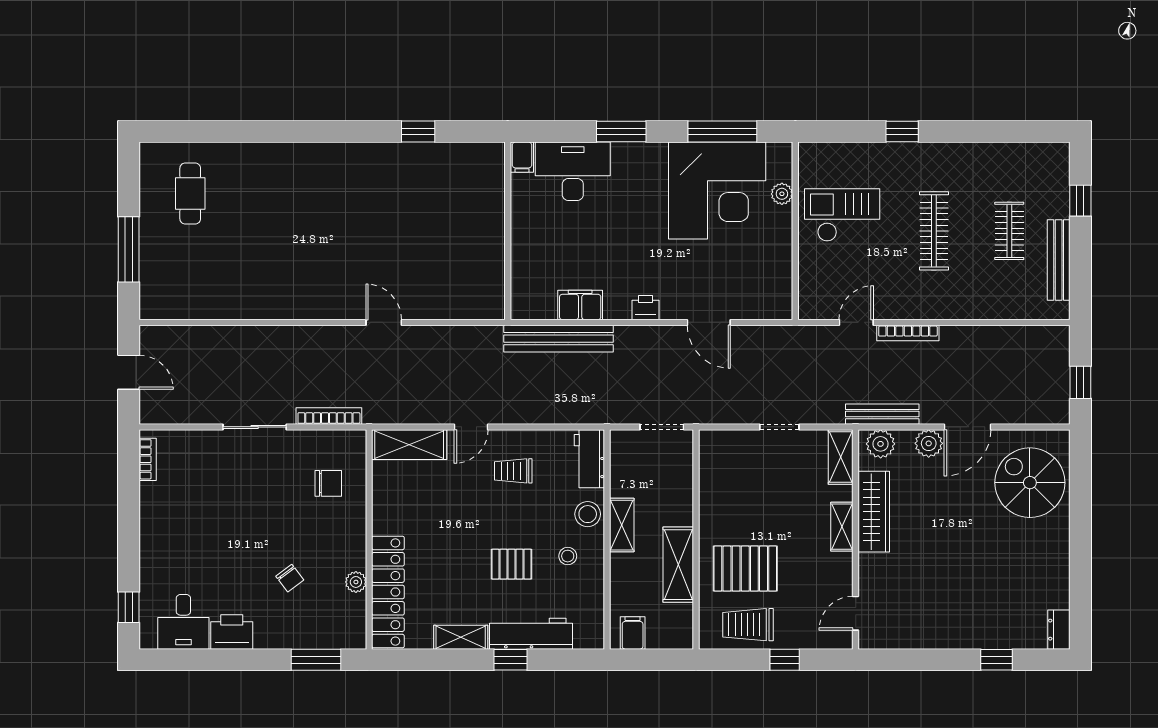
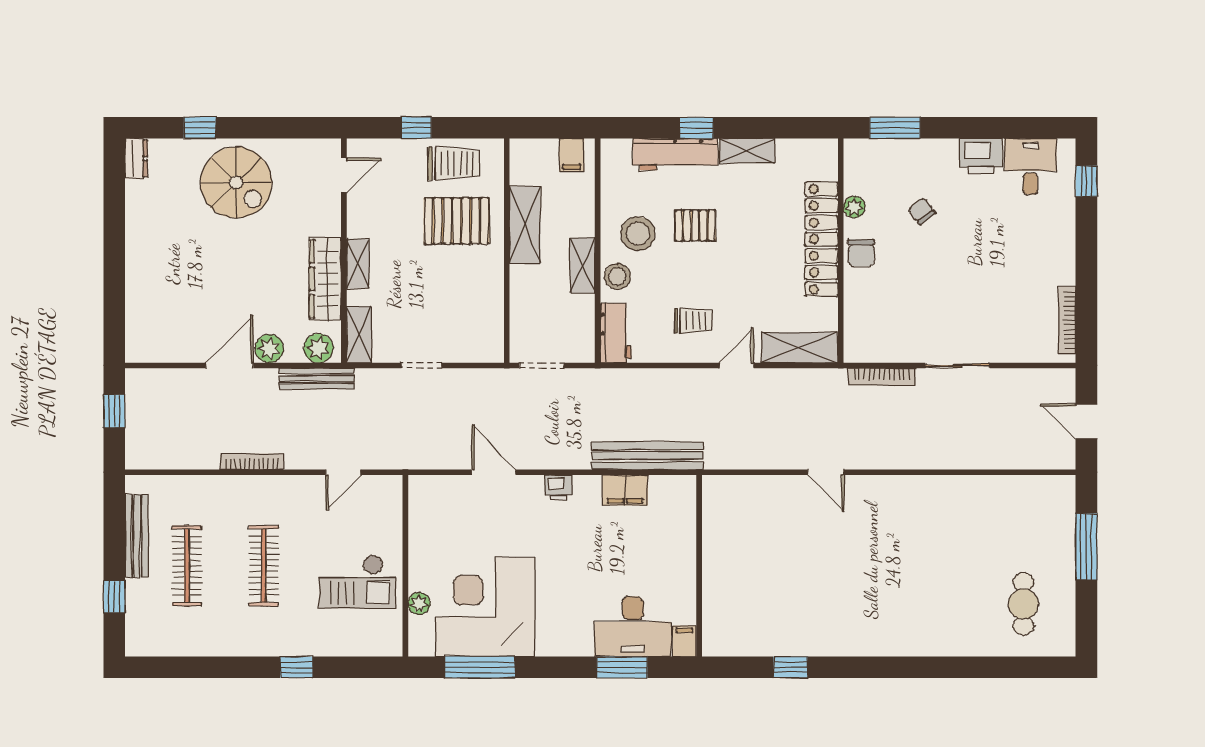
window: (621, 132) -> (622, 667), moved
clothes rail: (1009, 231) -> (187, 566), width x1.36
bookcase: (908, 333) -> (252, 461), moved
bookcase: (148, 459) -> (1067, 320), width x1.56
chair: (328, 483) -> (861, 253), moved, turned -90
spiral stairs: (1030, 483) -> (236, 182), moved
stool: (568, 556) -> (638, 234), width x1.89, depth x1.89
locker: (388, 592) -> (821, 239), moved

